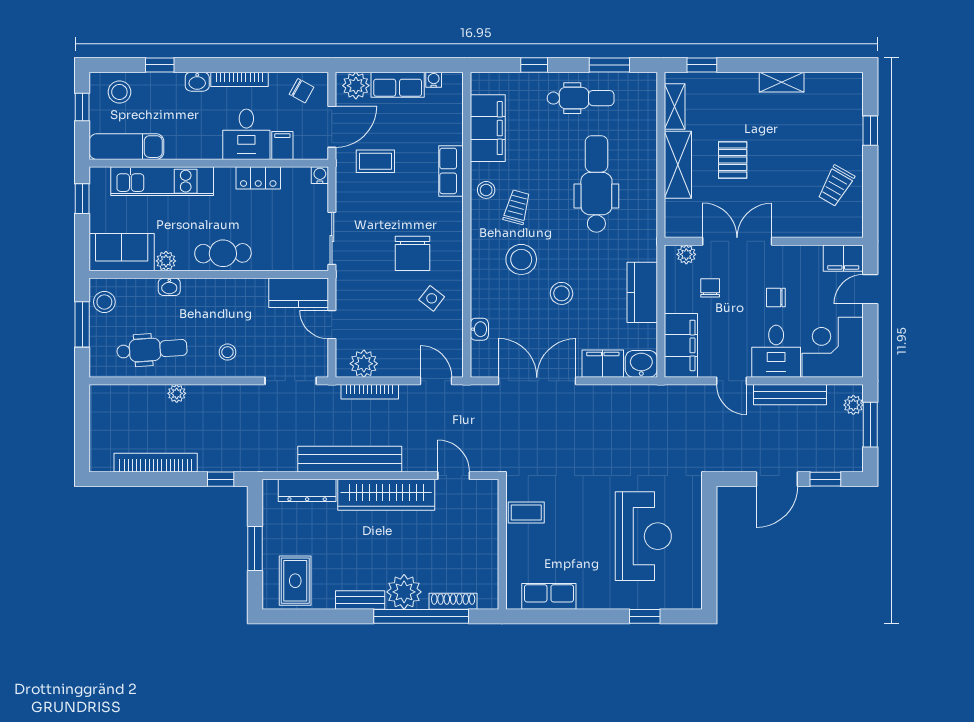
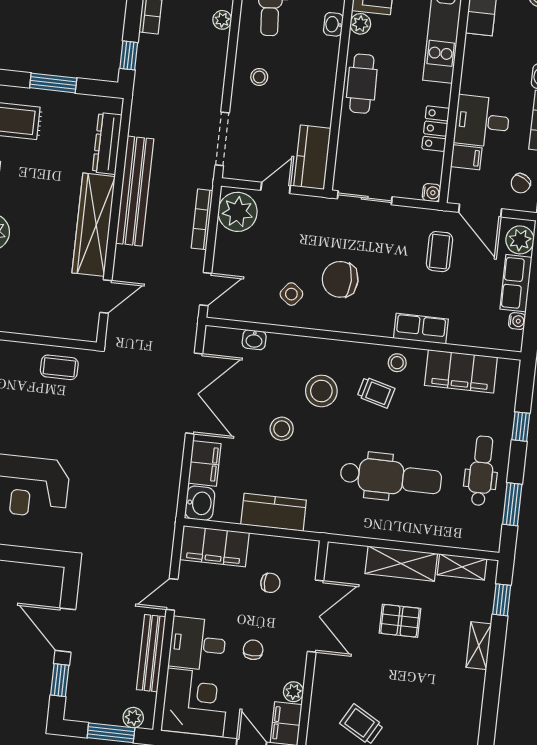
shelving: (782, 82) -> (479, 646), moved
dental chair: (581, 98) -> (481, 471), turned 180
plant: (686, 254) -> (293, 692), moved
plant: (364, 364) -> (238, 212), width x1.36, depth x1.36
coffee table: (526, 513) -> (59, 367), turned 90

